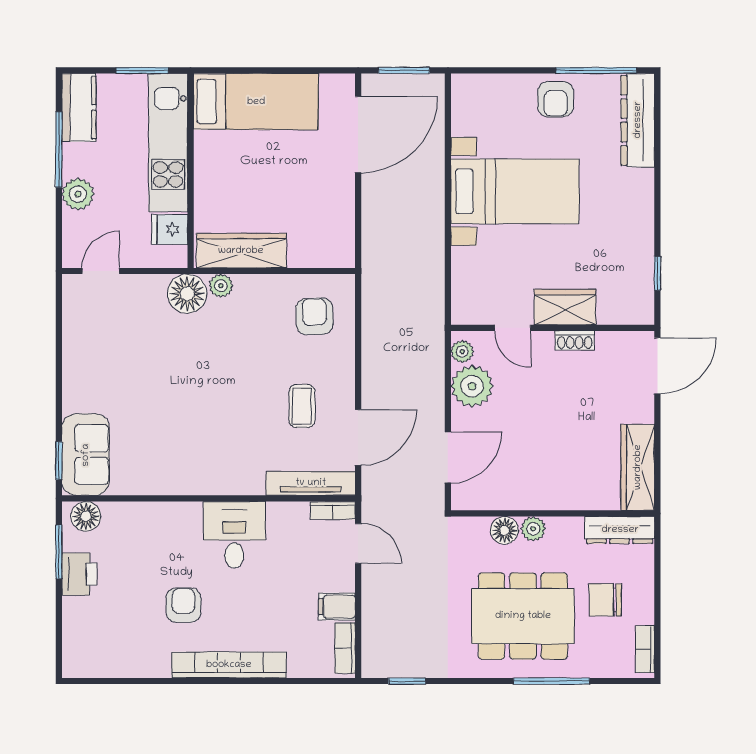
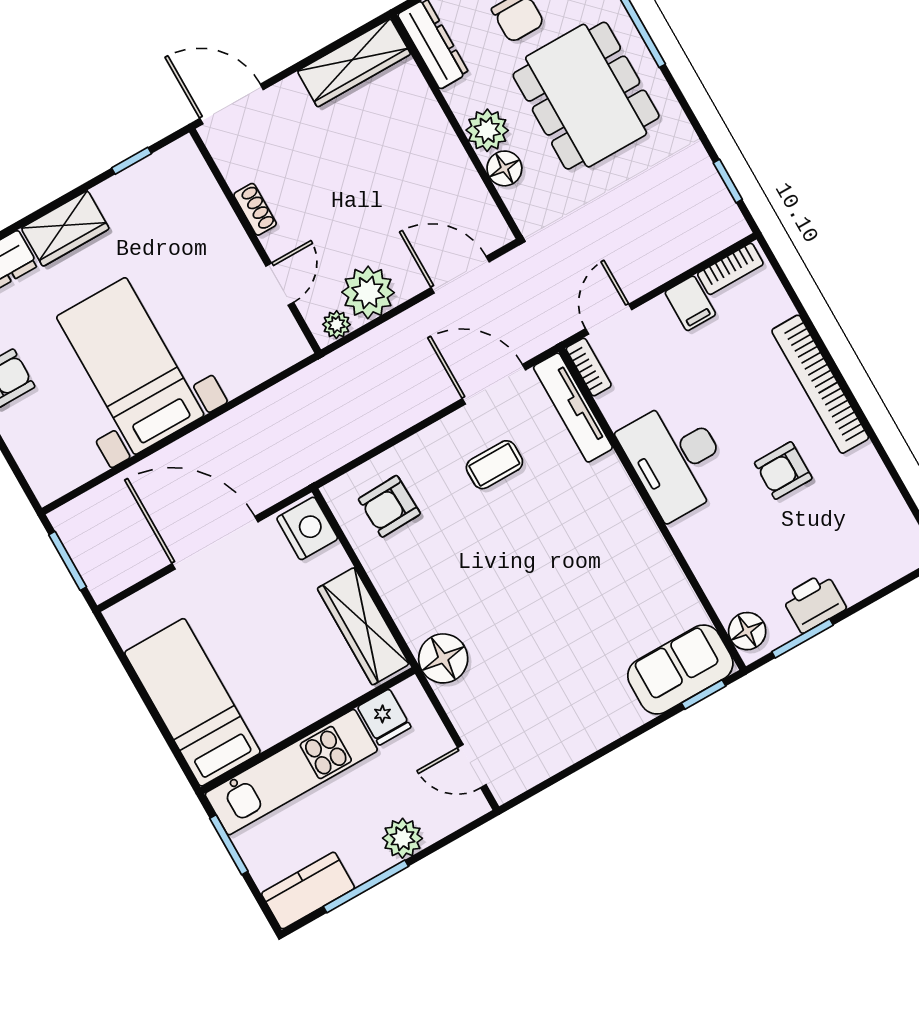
door: (358, 135) -> (215, 543), moved
nightstand: (332, 250) -> (307, 528), added
plant: (221, 286) -> (414, 627), removed
wardrobe: (565, 307) -> (65, 228), moved, turned -90
plant: (533, 529) -> (487, 130), width x1.38, depth x1.38
desk: (234, 535) -> (676, 459), width x1.37

